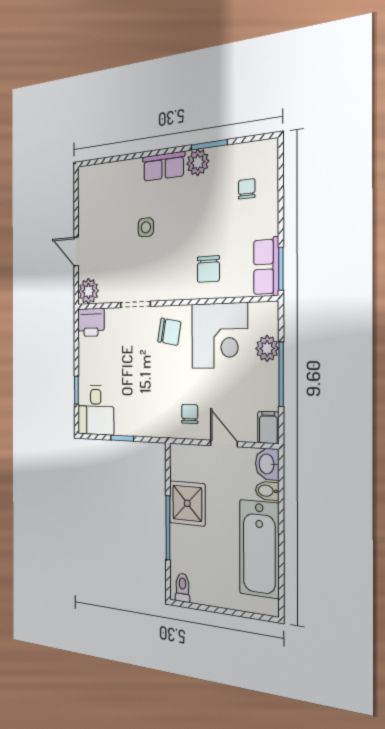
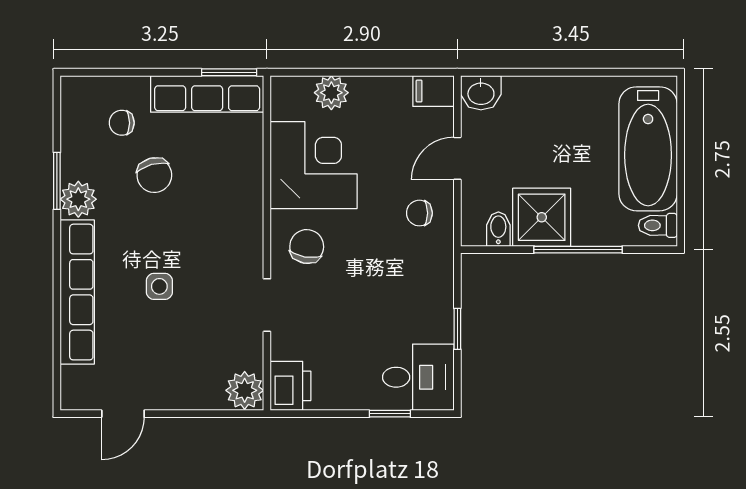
row of seats: (164, 166) -> (77, 292), width x2.02
door: (76, 251) -> (123, 414), moved
row of seats: (266, 267) -> (207, 94), width x1.48
chair: (208, 269) -> (154, 175), moved, turned 75
window: (281, 374) -> (365, 72), removed
bidet: (267, 491) -> (498, 229), moved, turned 180
bathtub: (259, 549) -> (648, 149), moved, turned 90

